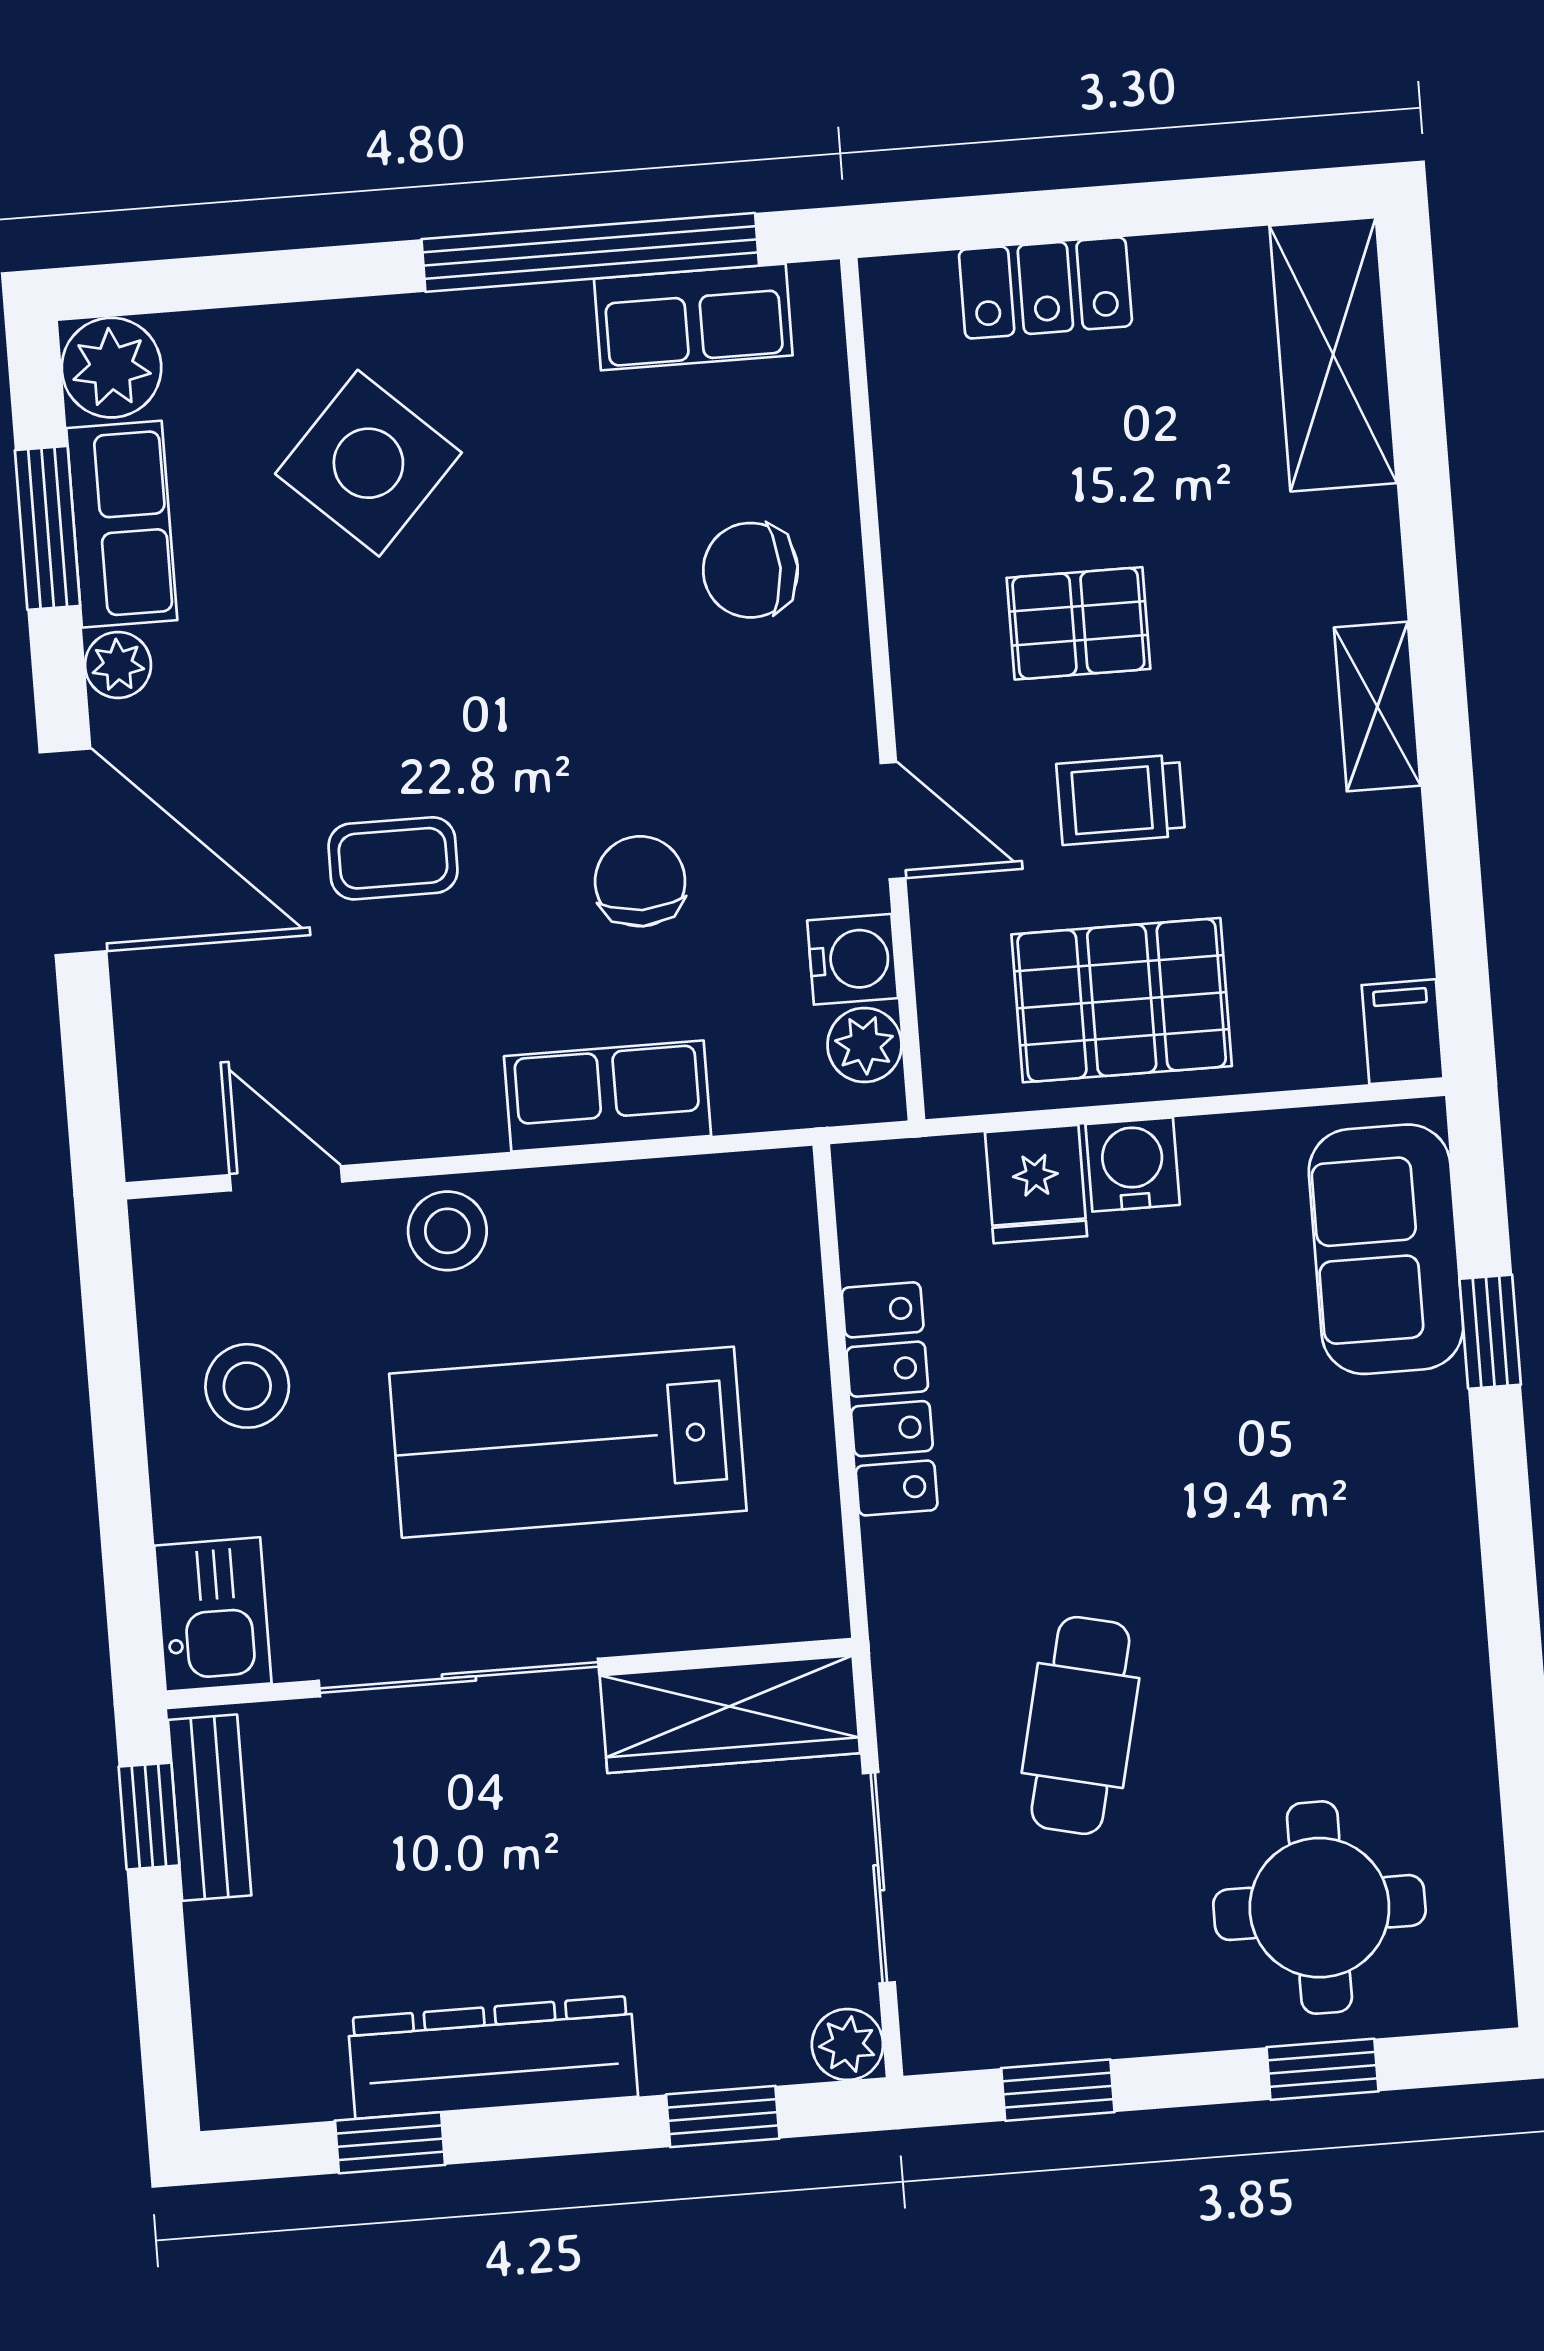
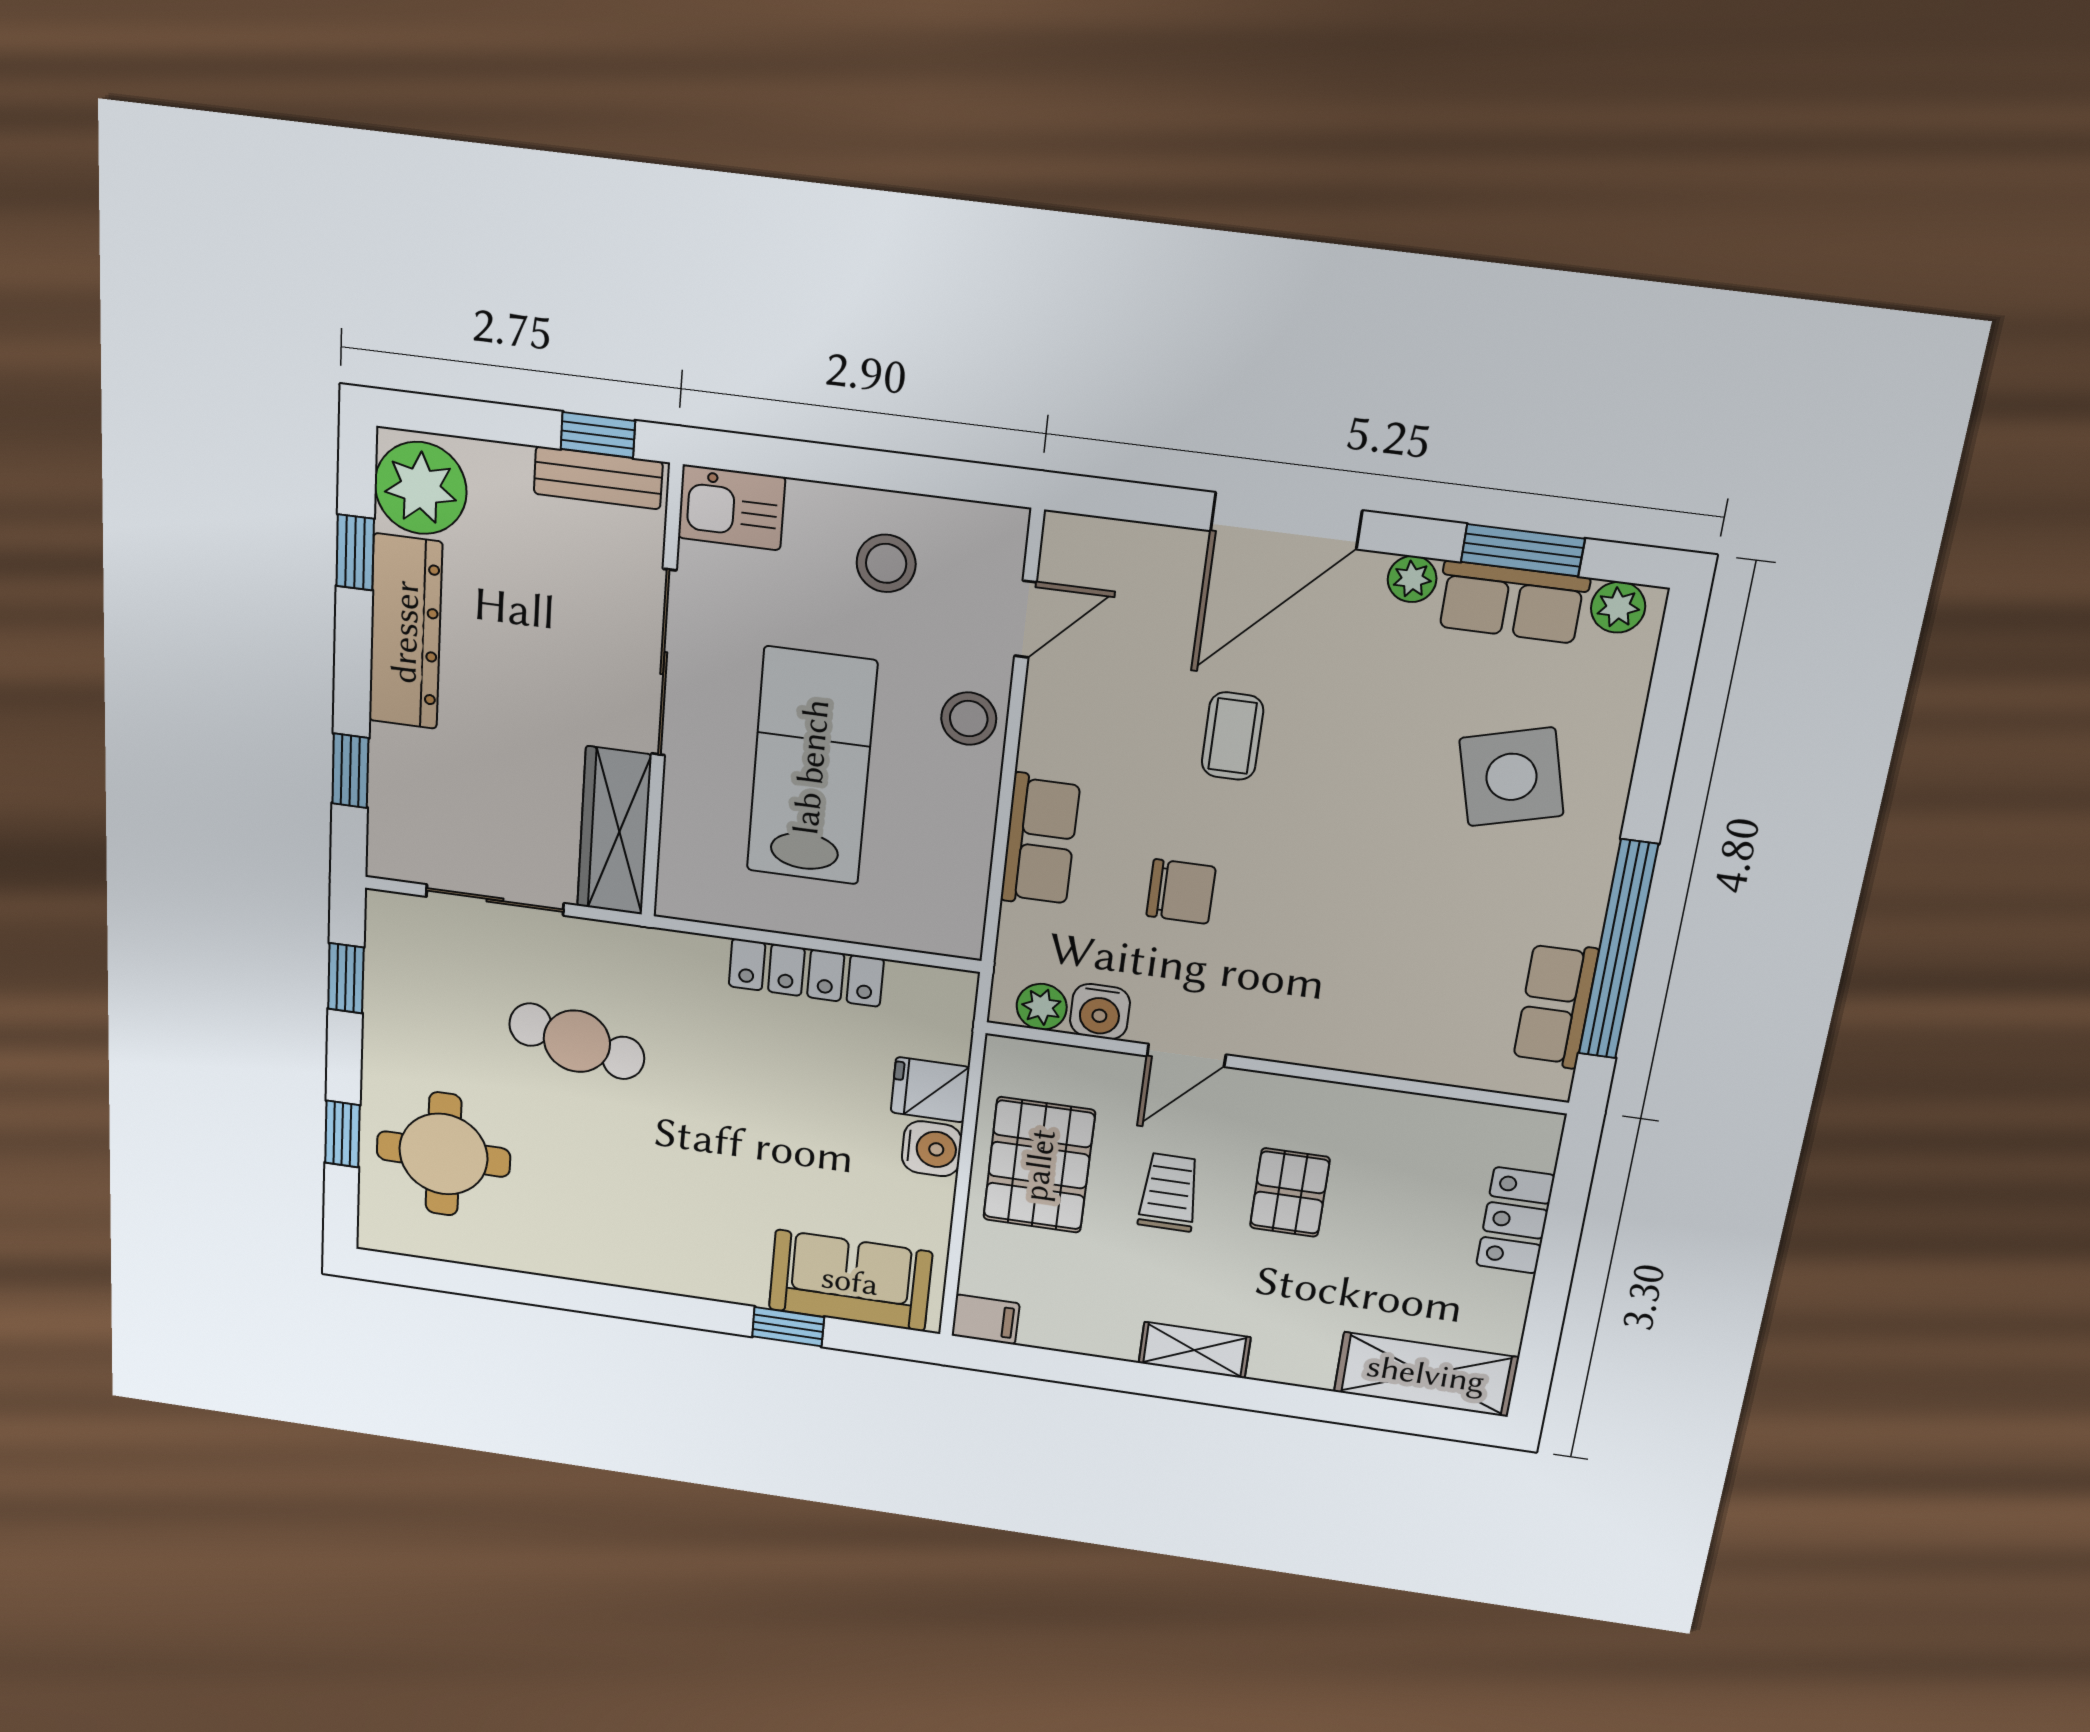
plant: (111, 368) -> (1618, 607), width x0.73, depth x0.73
side table: (368, 463) -> (1512, 777), turned 32
chair: (750, 570) -> (1375, 1004), removed
plant: (847, 2044) -> (421, 488), moved, width x1.88, depth x1.88

